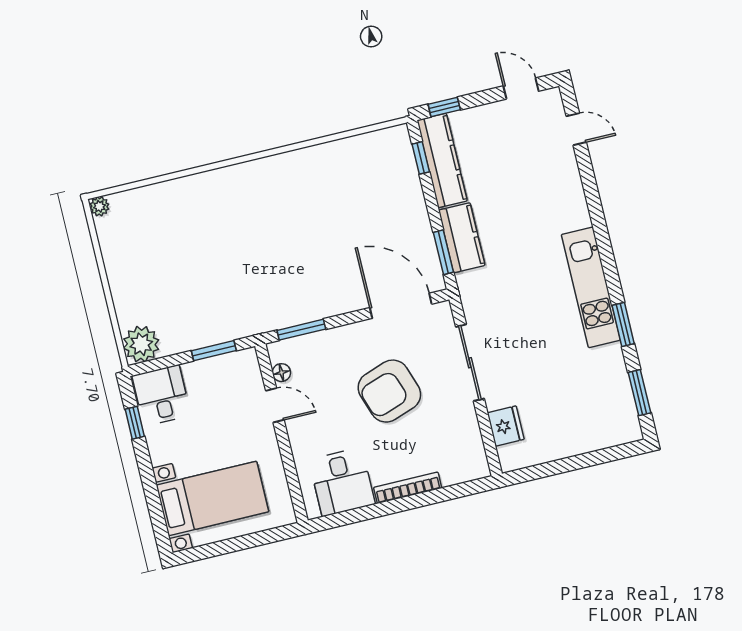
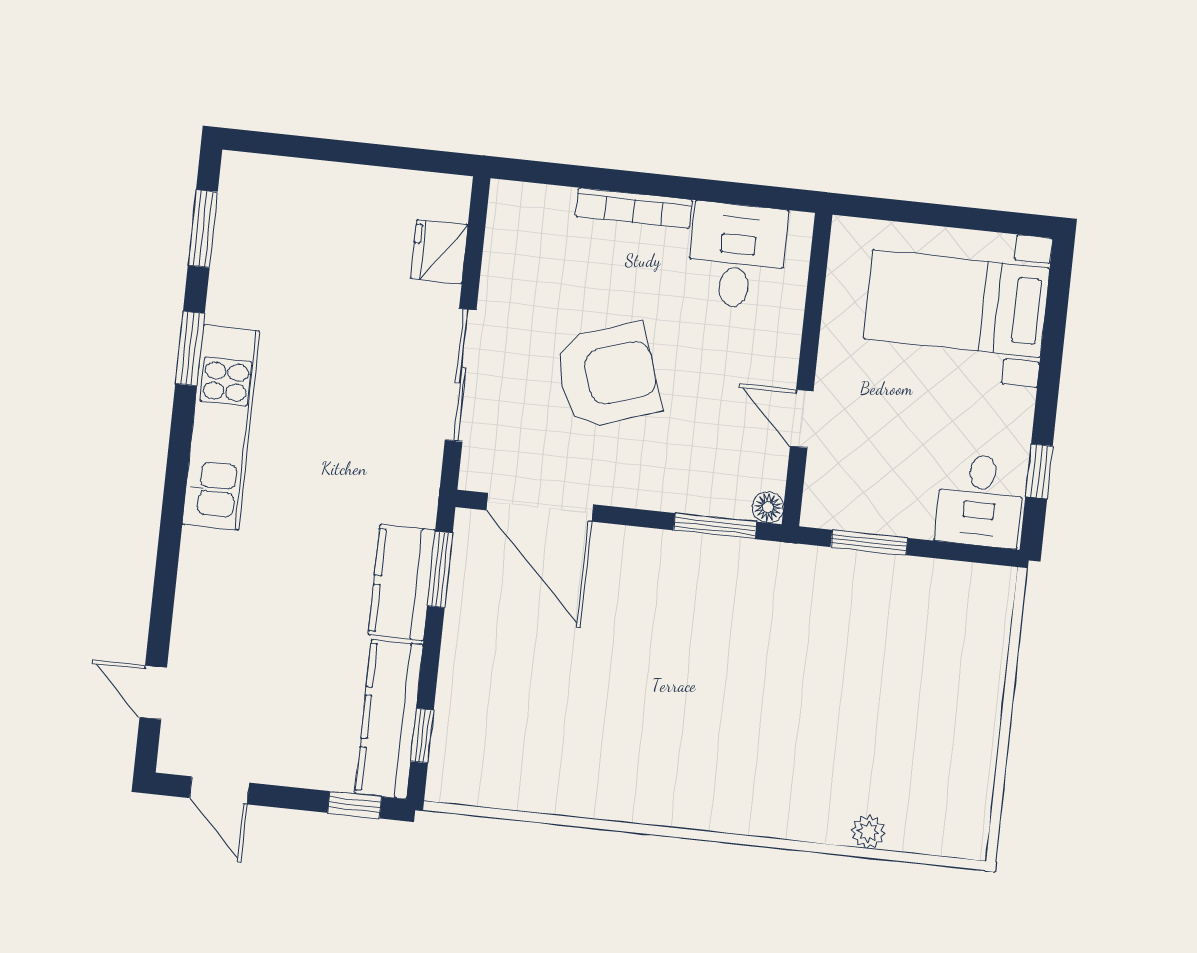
plant: (99, 206) -> (868, 832), moved
plant: (141, 344) -> (983, 595), removed
floor lamp: (281, 373) -> (768, 507), moved

